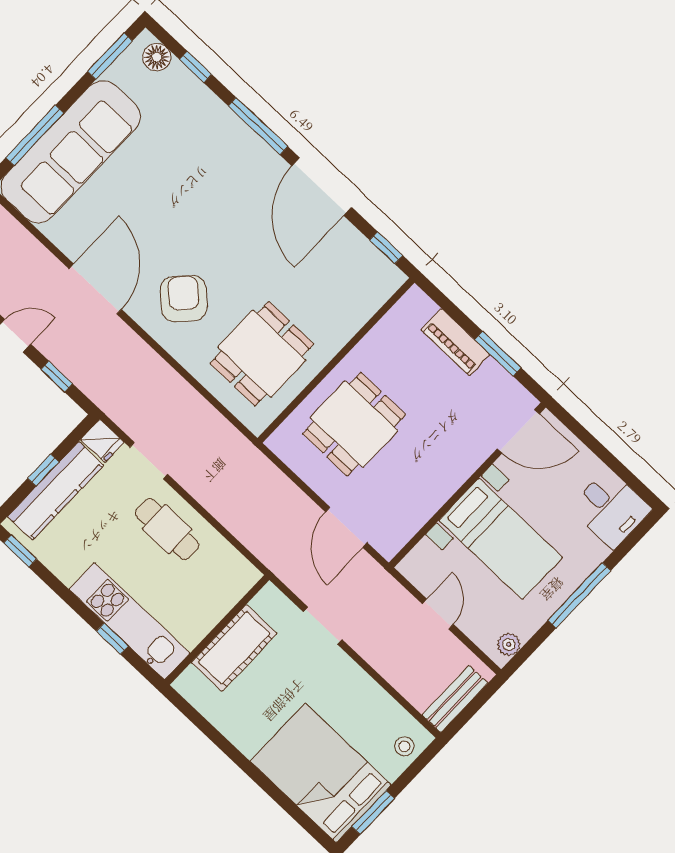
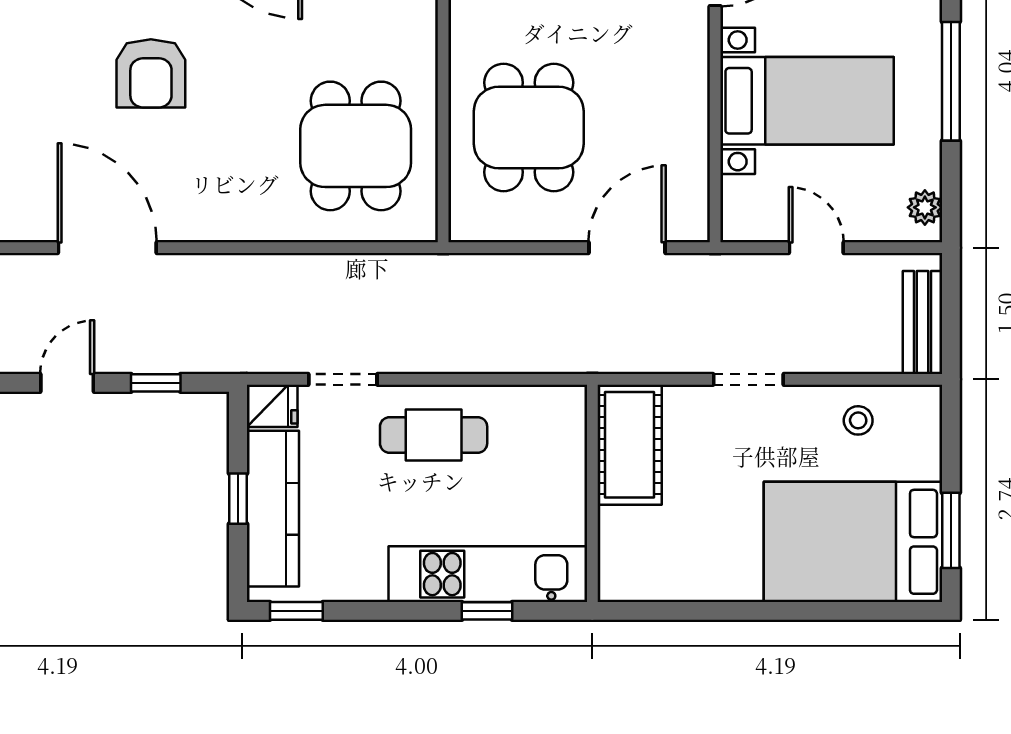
armchair: (184, 299) -> (151, 73), moved, turned -133
door: (346, 527) -> (627, 248), swing flipped
doorway: (323, 626) -> (748, 379), moved
cot: (234, 648) -> (630, 445), moved
stool: (404, 746) -> (858, 420), moved

